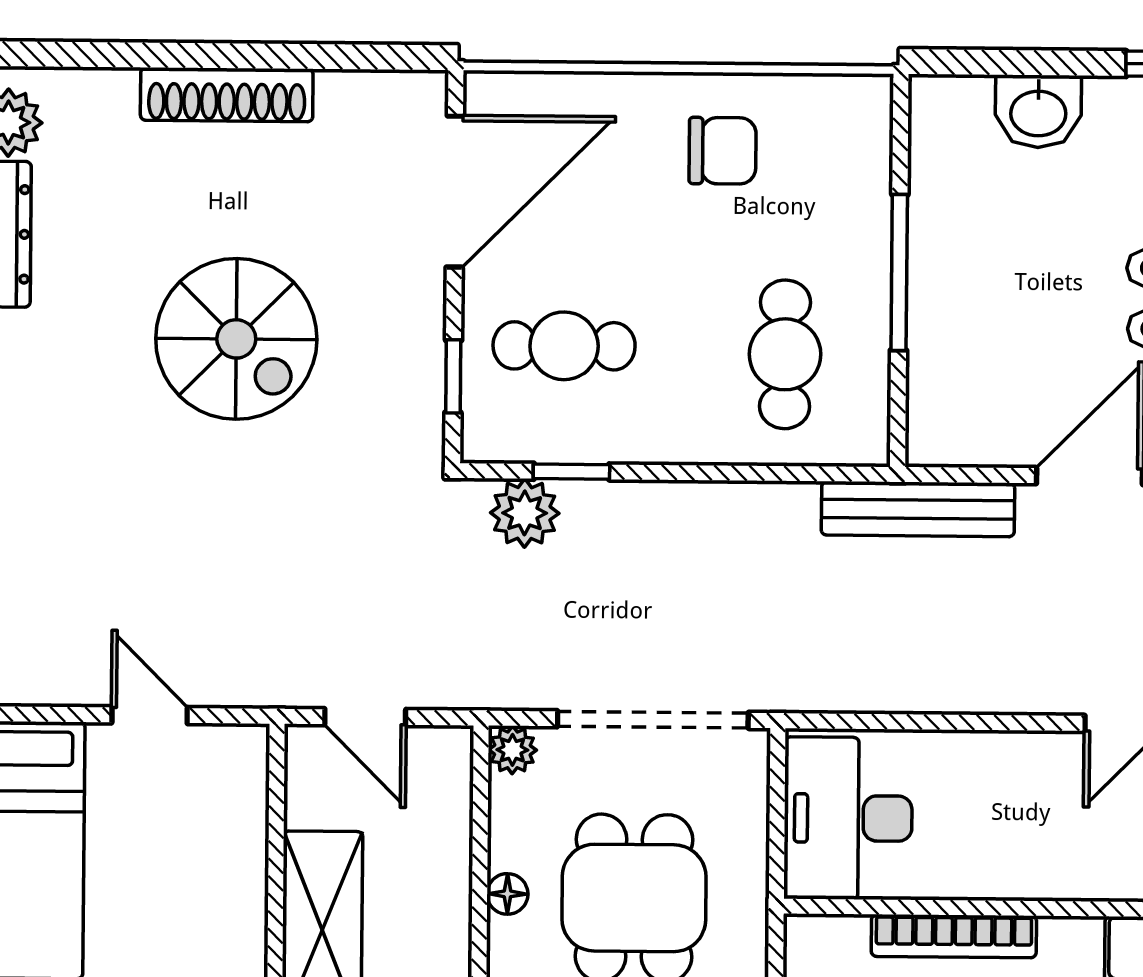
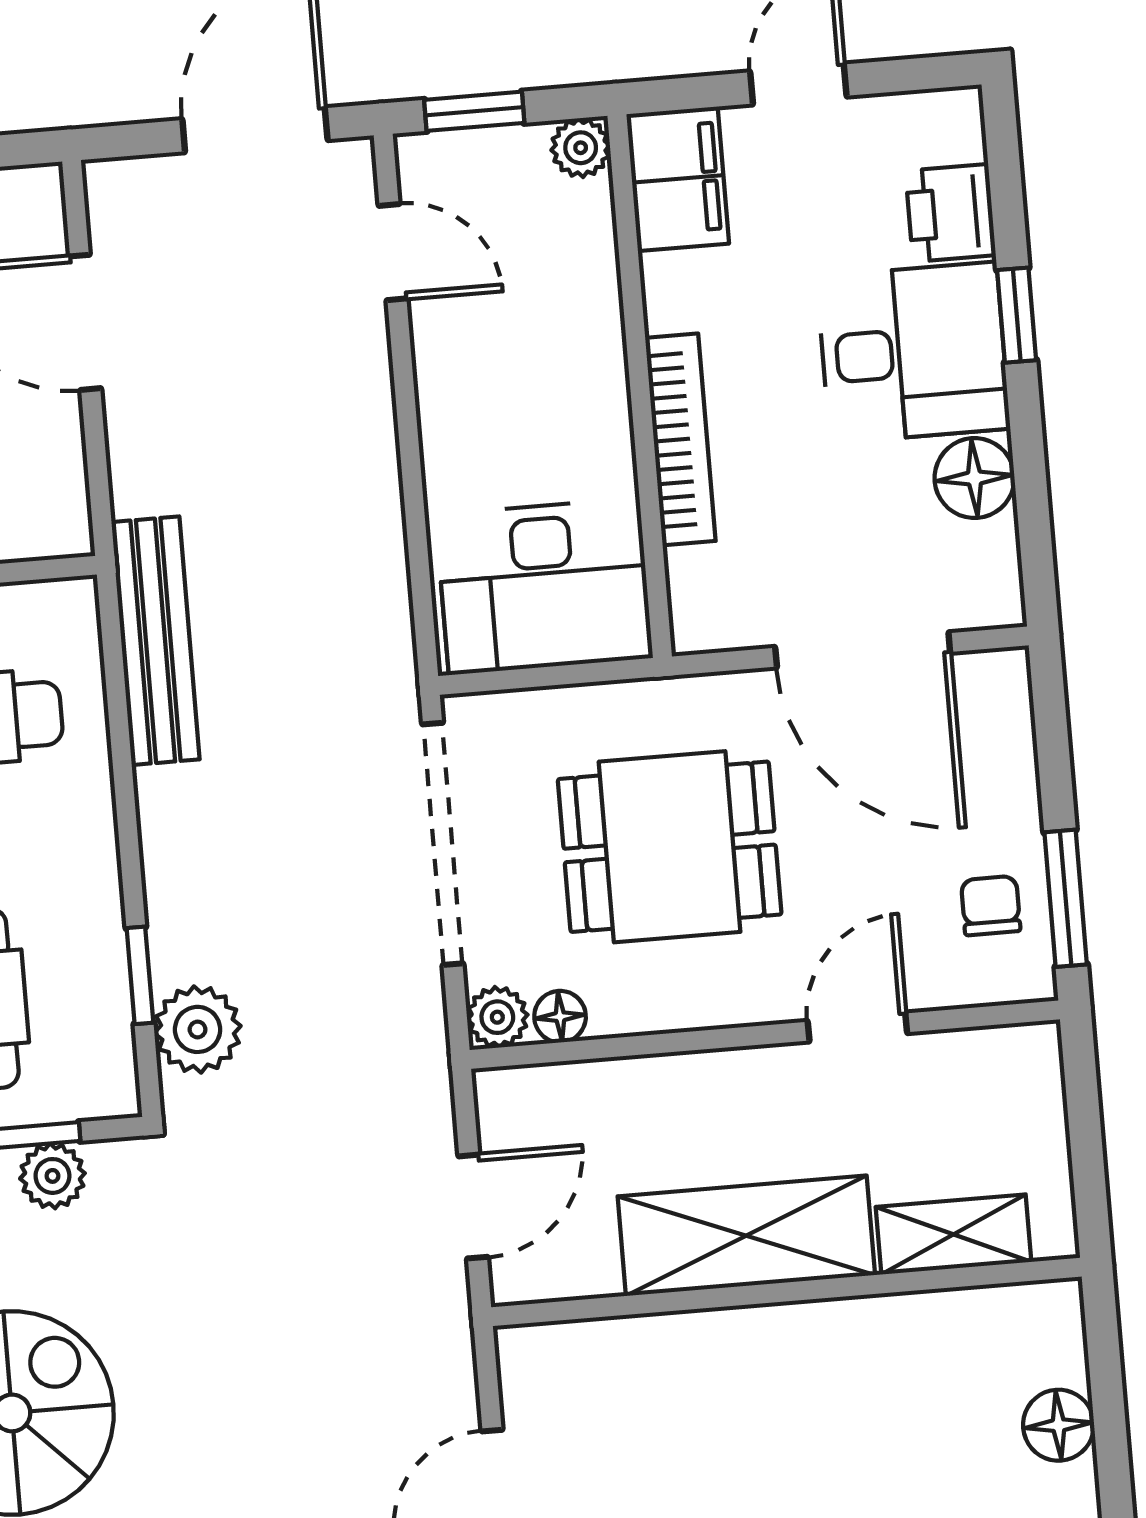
plant: (420, 388) -> (52, 1176), added
bench: (918, 509) -> (155, 641), moved
floor lamp: (507, 894) -> (560, 1017), moved

